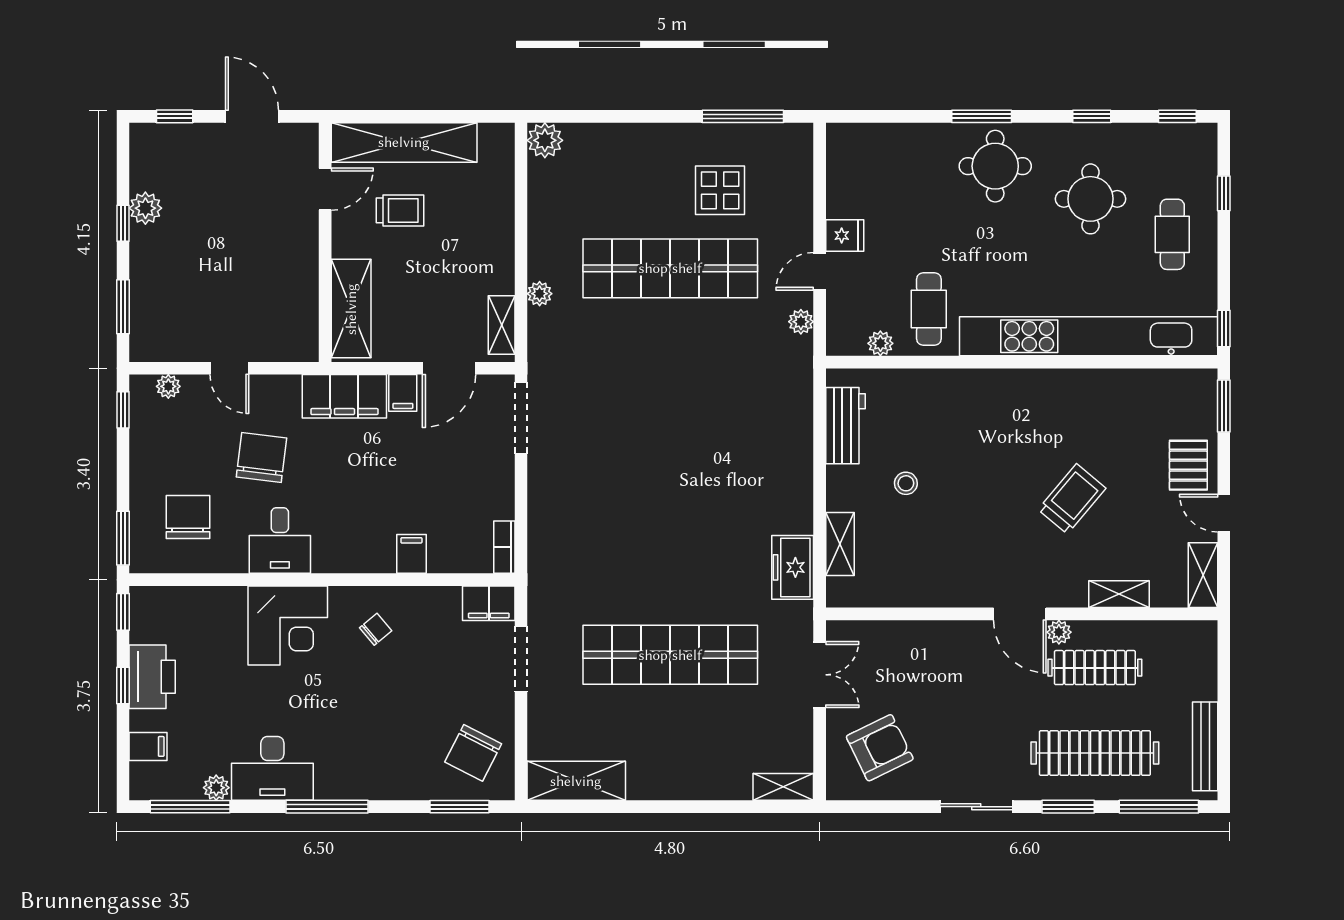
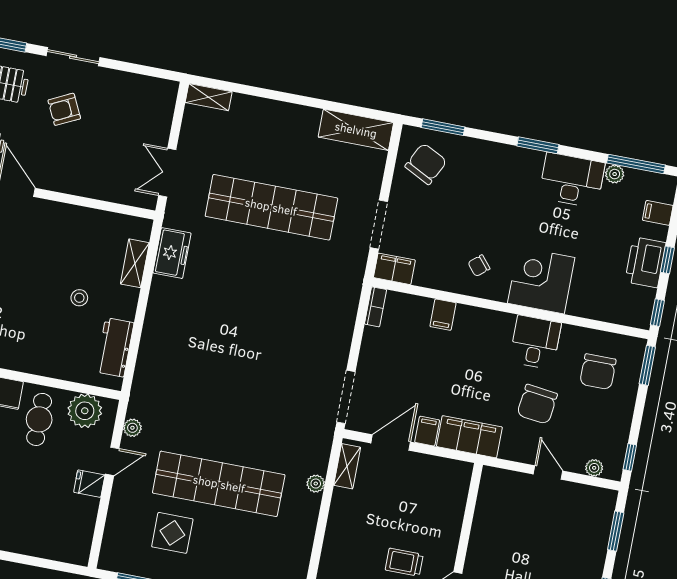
shelving: (351, 309) -> (453, 499), removed
plant: (880, 343) -> (85, 411), width x1.88, depth x1.88
armchair: (880, 748) -> (64, 109), moved, width x0.72, depth x0.72
window: (327, 807) -> (538, 145), width x0.69

